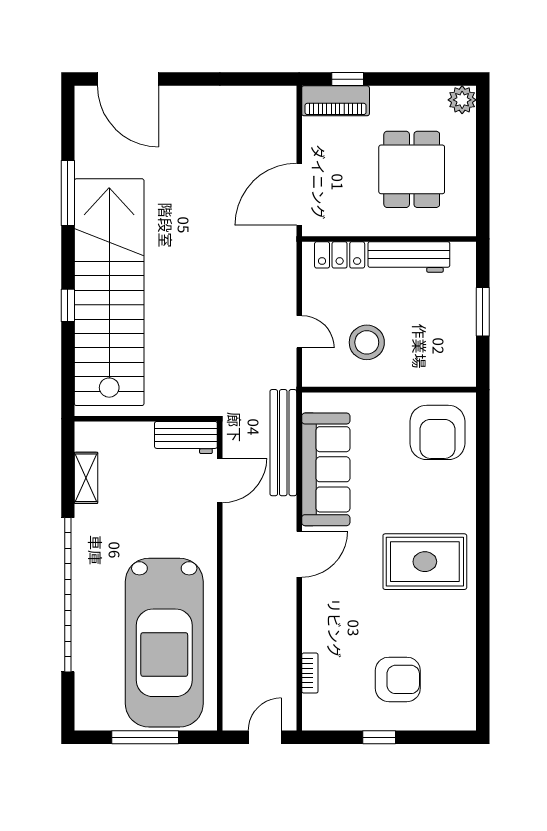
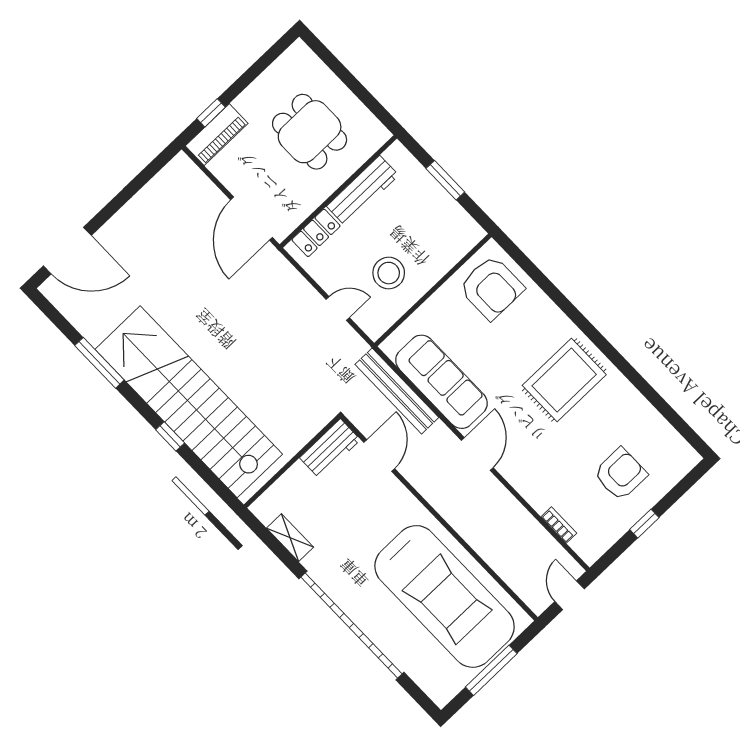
plant: (462, 100) -> (299, 55), removed

